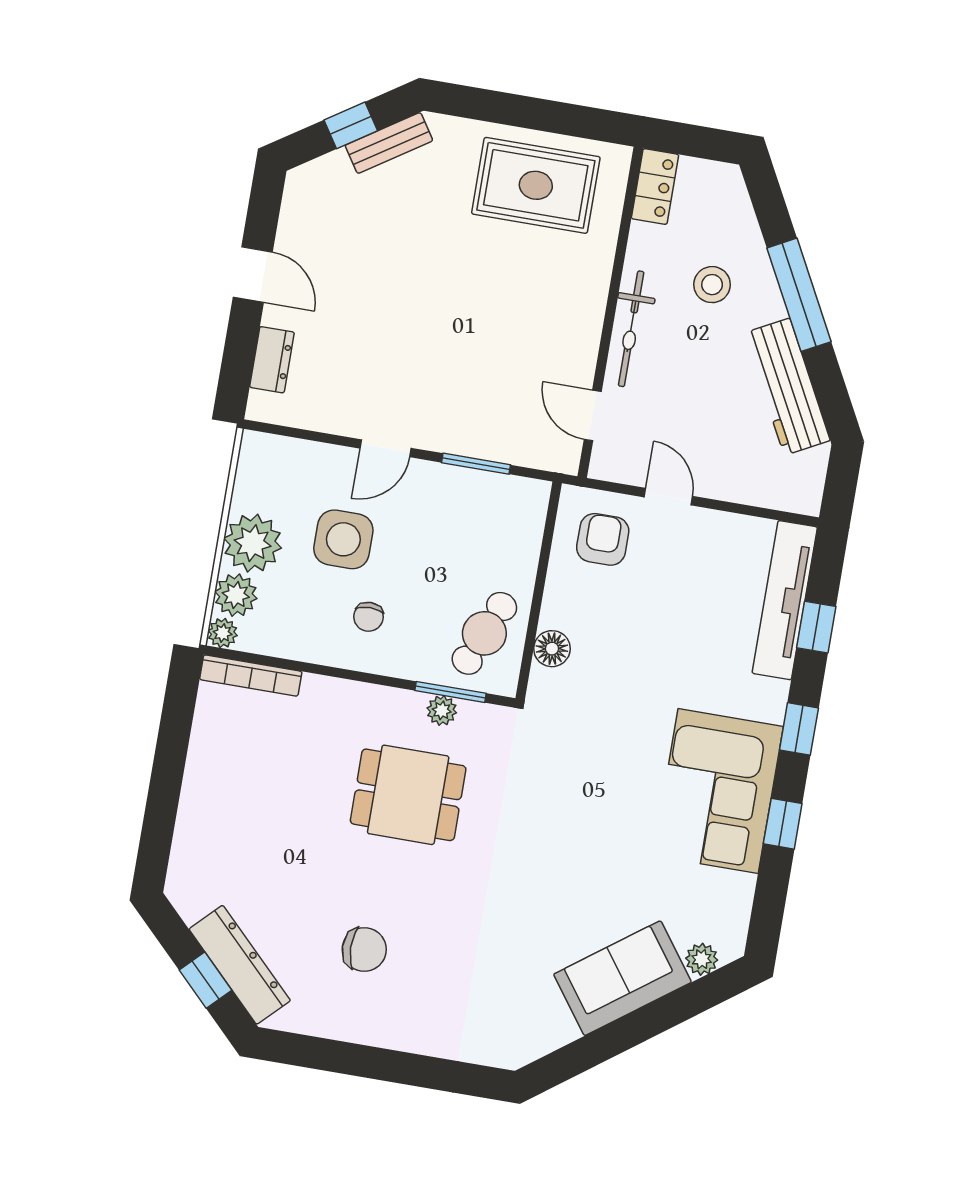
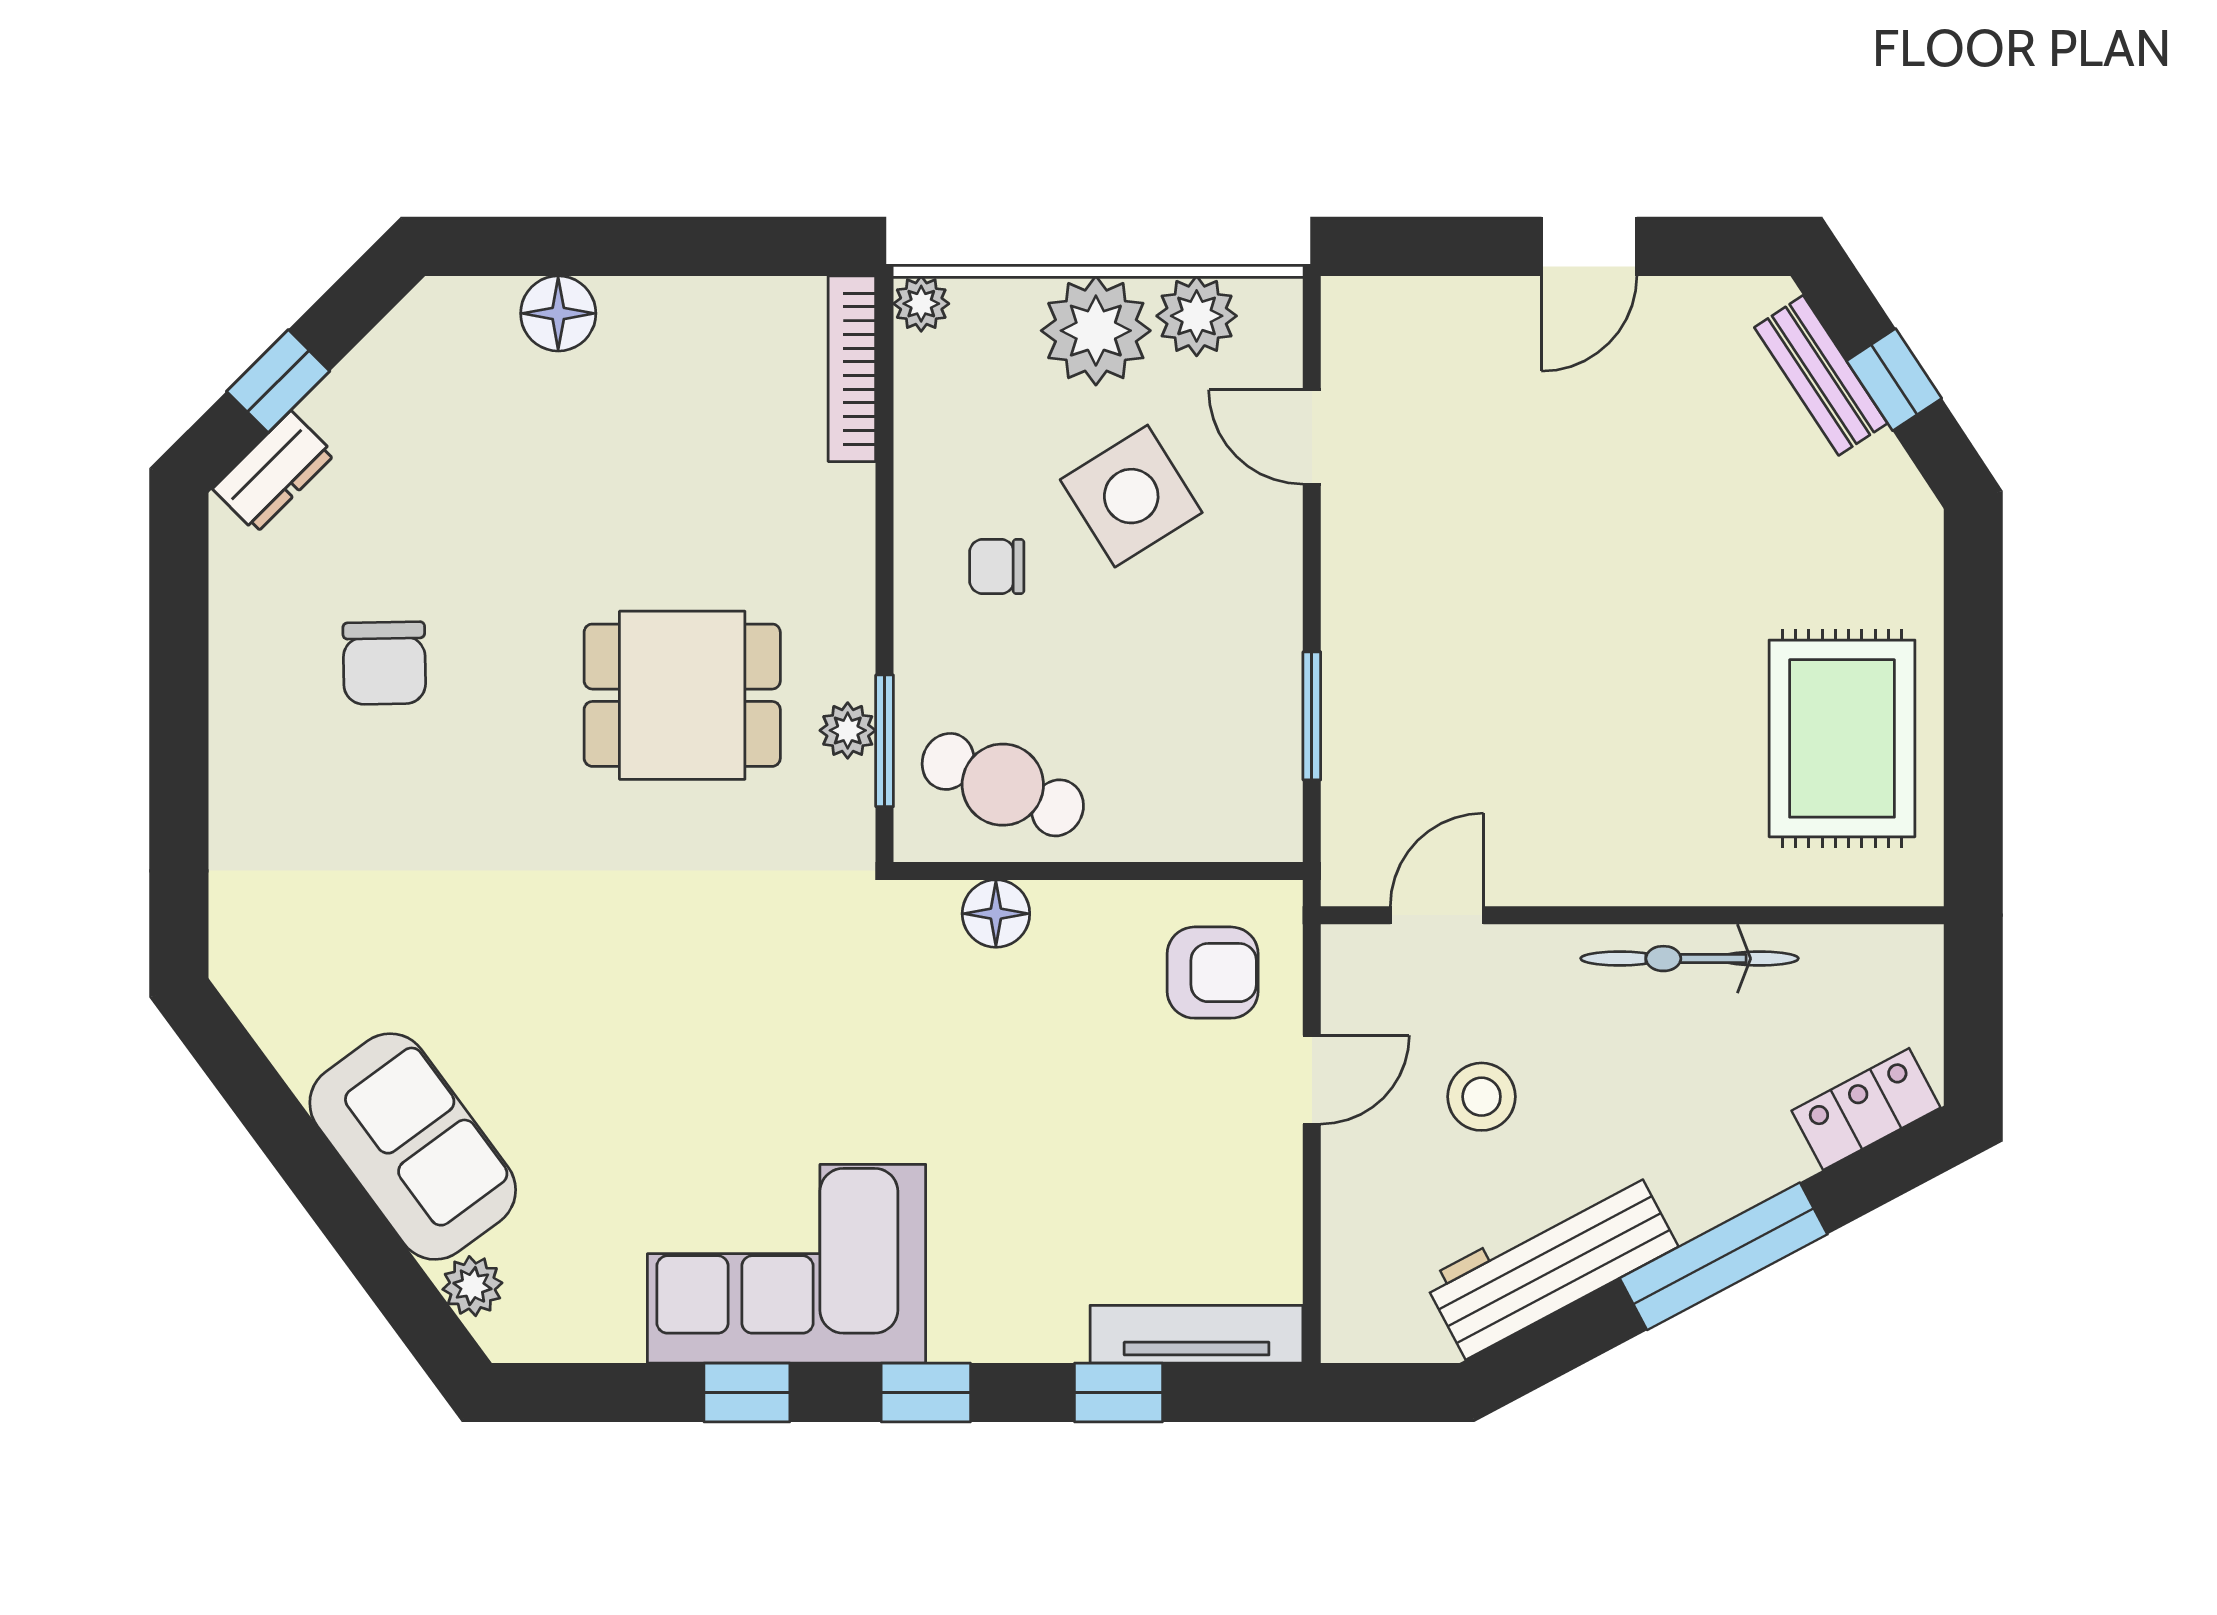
bench: (389, 143) -> (1821, 375), moved
locker: (655, 187) -> (1866, 1109), moved, turned 152
stool: (712, 285) -> (1482, 1097), moved
bicycle: (631, 329) -> (1690, 959), moved
dresser: (272, 360) -> (1439, 308), removed
door: (385, 448) -> (1312, 437), moved
side table: (343, 539) -> (1131, 496), turned -32
plant: (236, 595) -> (1197, 316), moved
tv unit: (785, 600) -> (1197, 1334), width x0.73, depth x0.78
dining table: (408, 795) -> (682, 695), turned 90
floor lamp: (195, 826) -> (558, 313), added
dresser: (240, 965) -> (274, 472), width x0.51, depth x0.80

